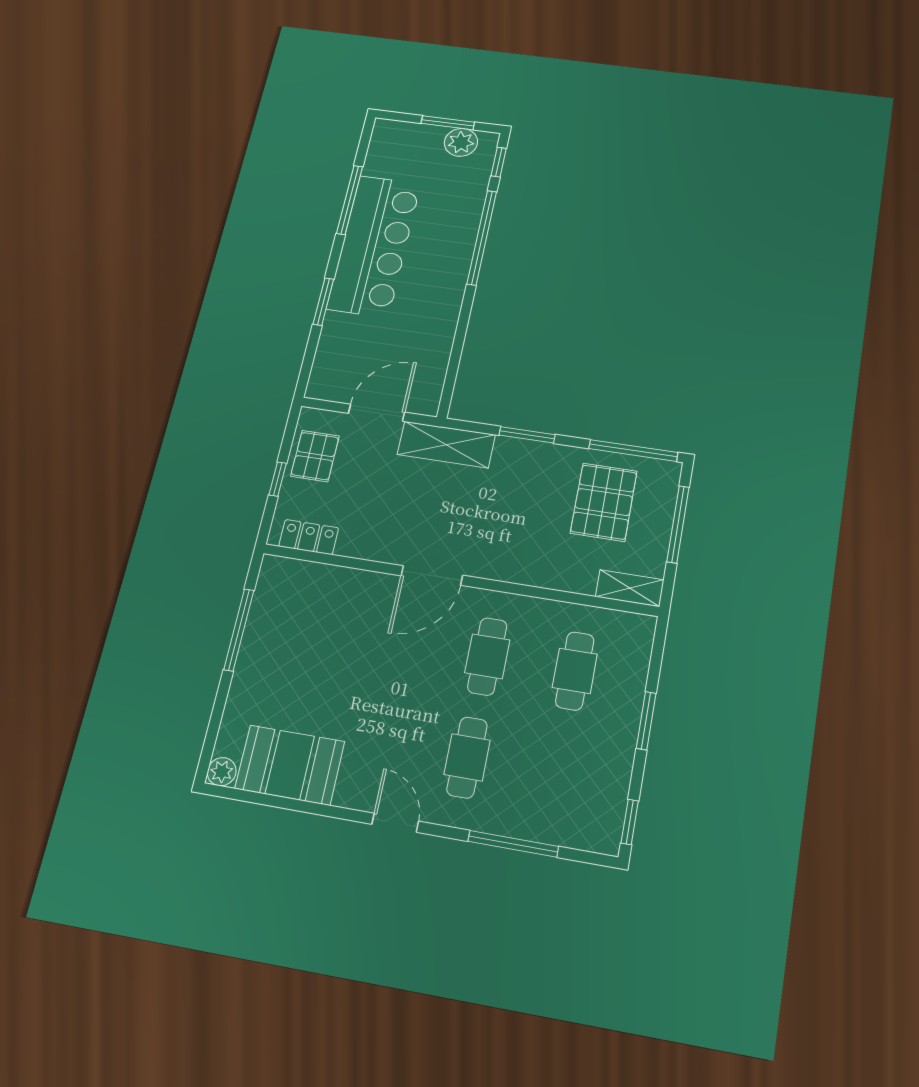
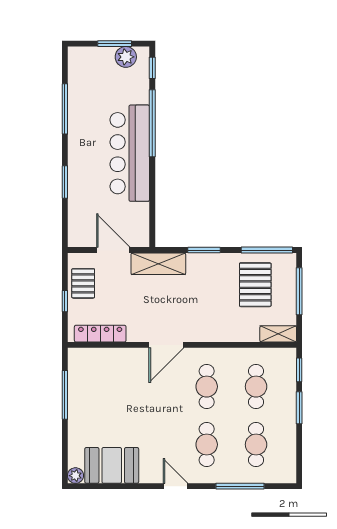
bar counter: (374, 246) -> (130, 153), moved, turned 180
door: (377, 413) -> (113, 250), hinge flipped
locker: (309, 537) -> (100, 334), width x1.53
cafe table: (556, 773) -> (256, 445), added
window: (630, 822) -> (299, 370), moved

